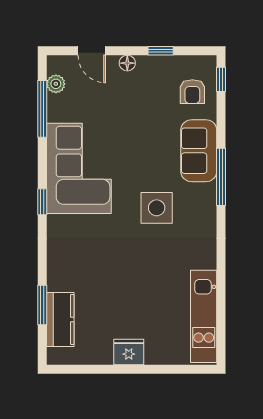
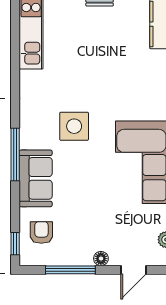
door: (92, 51) -> (133, 270), swing flipped
window: (161, 51) -> (70, 270), width x2.17

